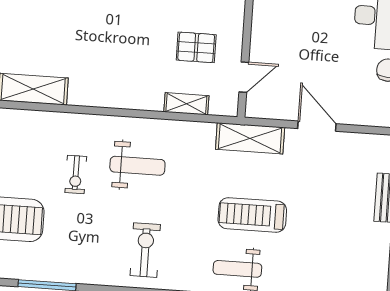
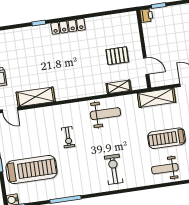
door: (244, 77) -> (146, 66), hinge flipped
weight bench: (137, 166) -> (105, 114), moved

